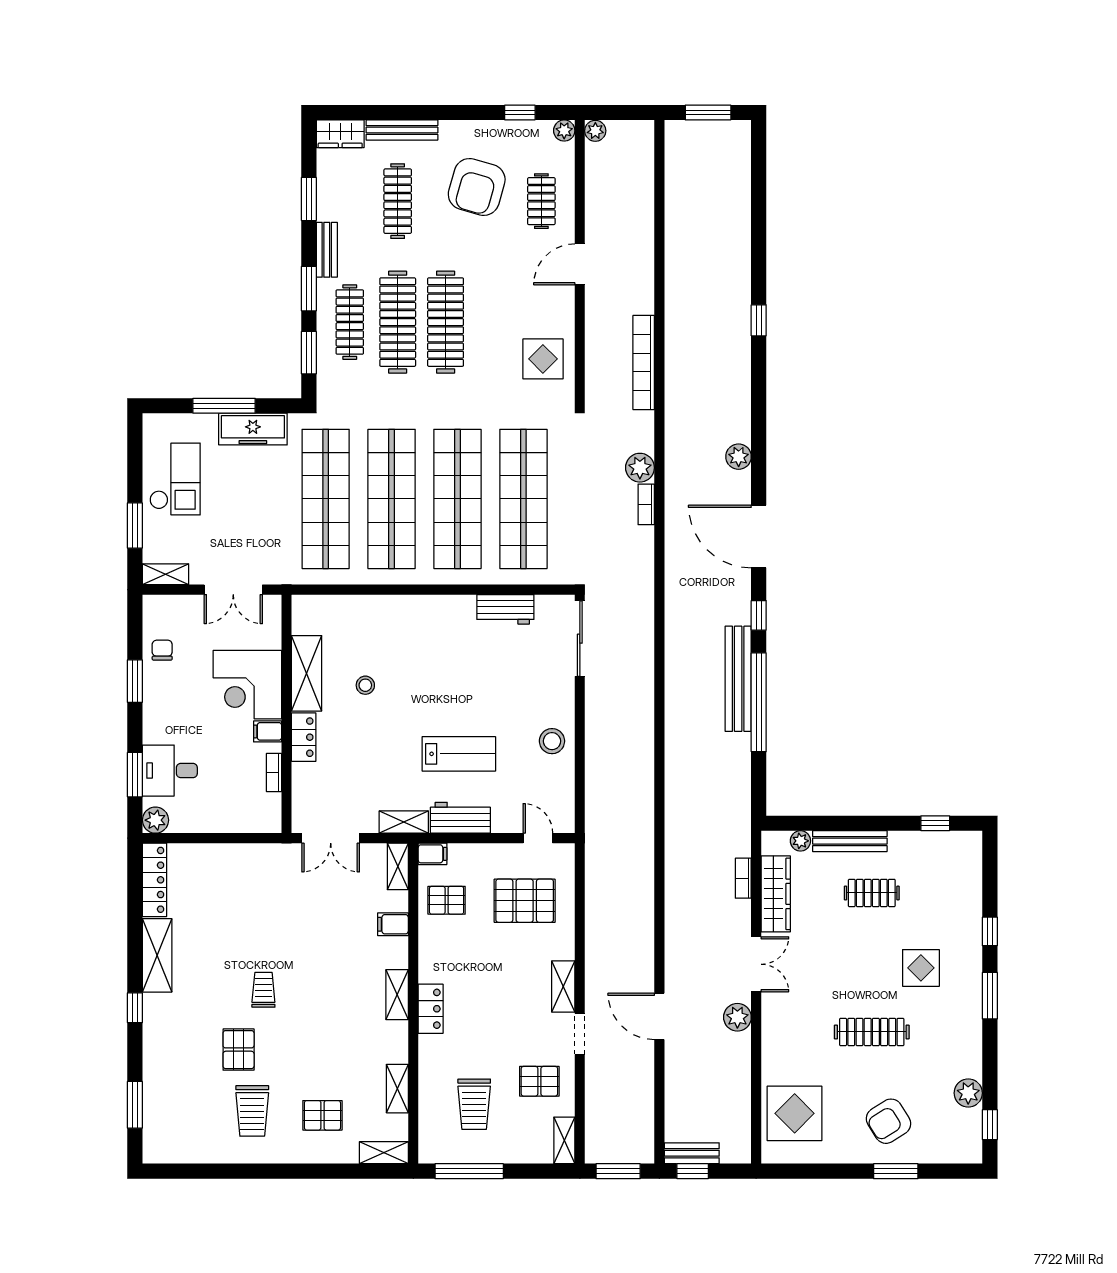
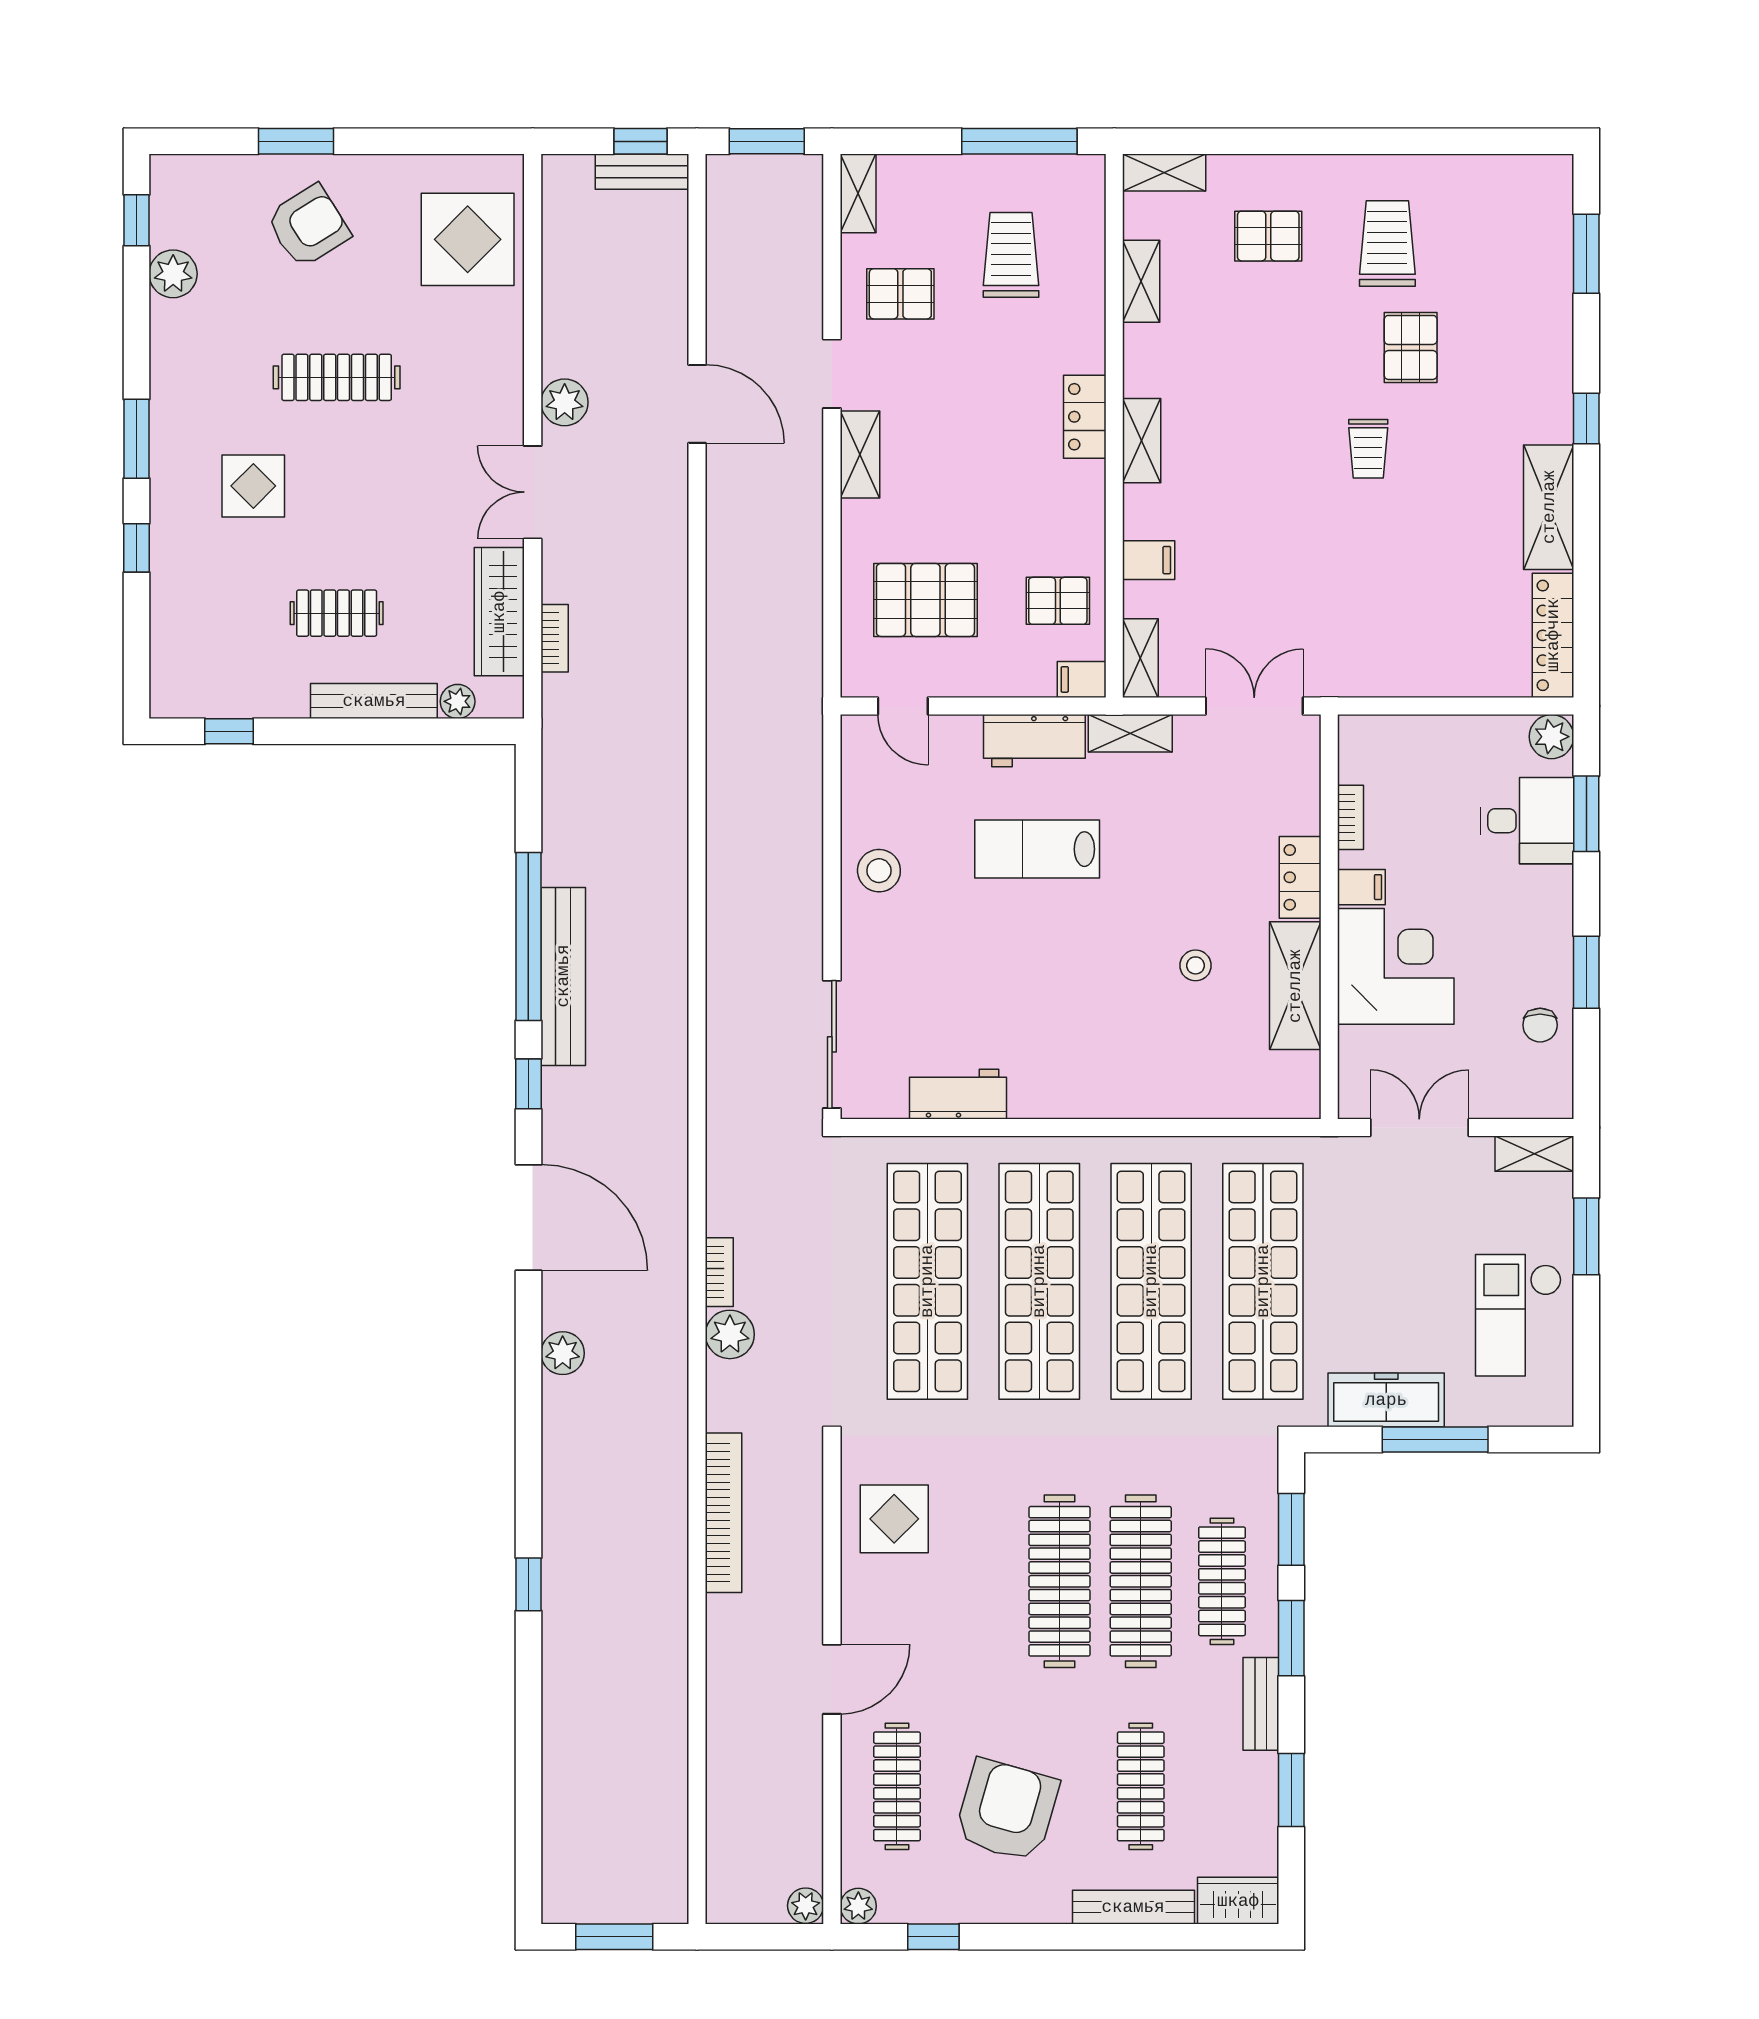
clothes rail: (541, 201) -> (897, 1786), width x1.36

